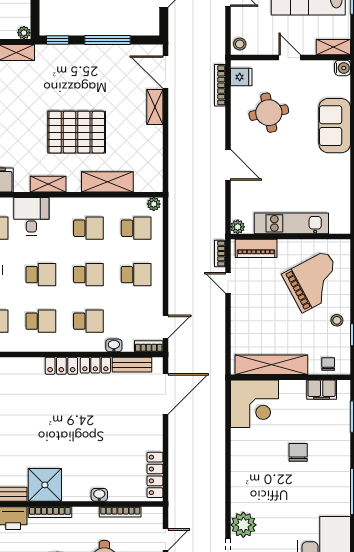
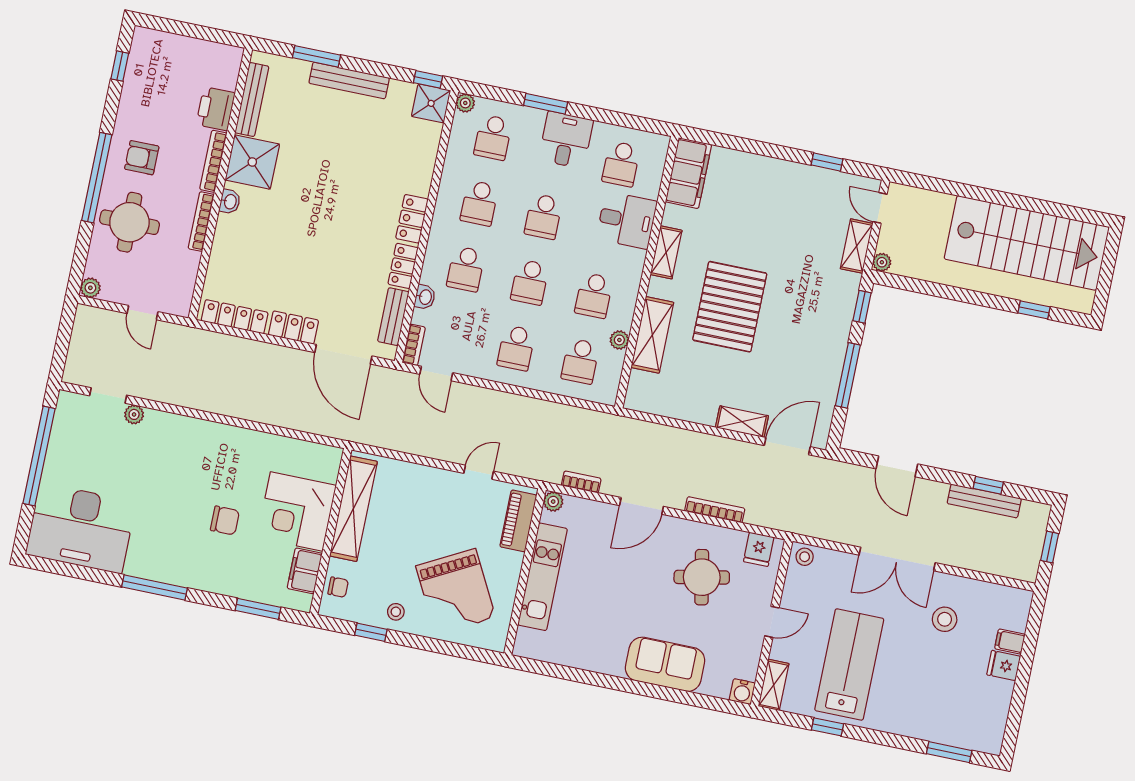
bookcase: (220, 85) -> (715, 510), moved
plant: (154, 204) -> (619, 340), moved
bookcase: (220, 254) -> (581, 482), moved
corner desk: (255, 404) -> (297, 512), moved
locker: (154, 432) -> (293, 328), added
washbasin: (99, 495) -> (230, 202), moved
bookcase: (120, 512) -> (201, 222), moved
plant: (243, 525) -> (134, 414), width x0.53, depth x0.53

